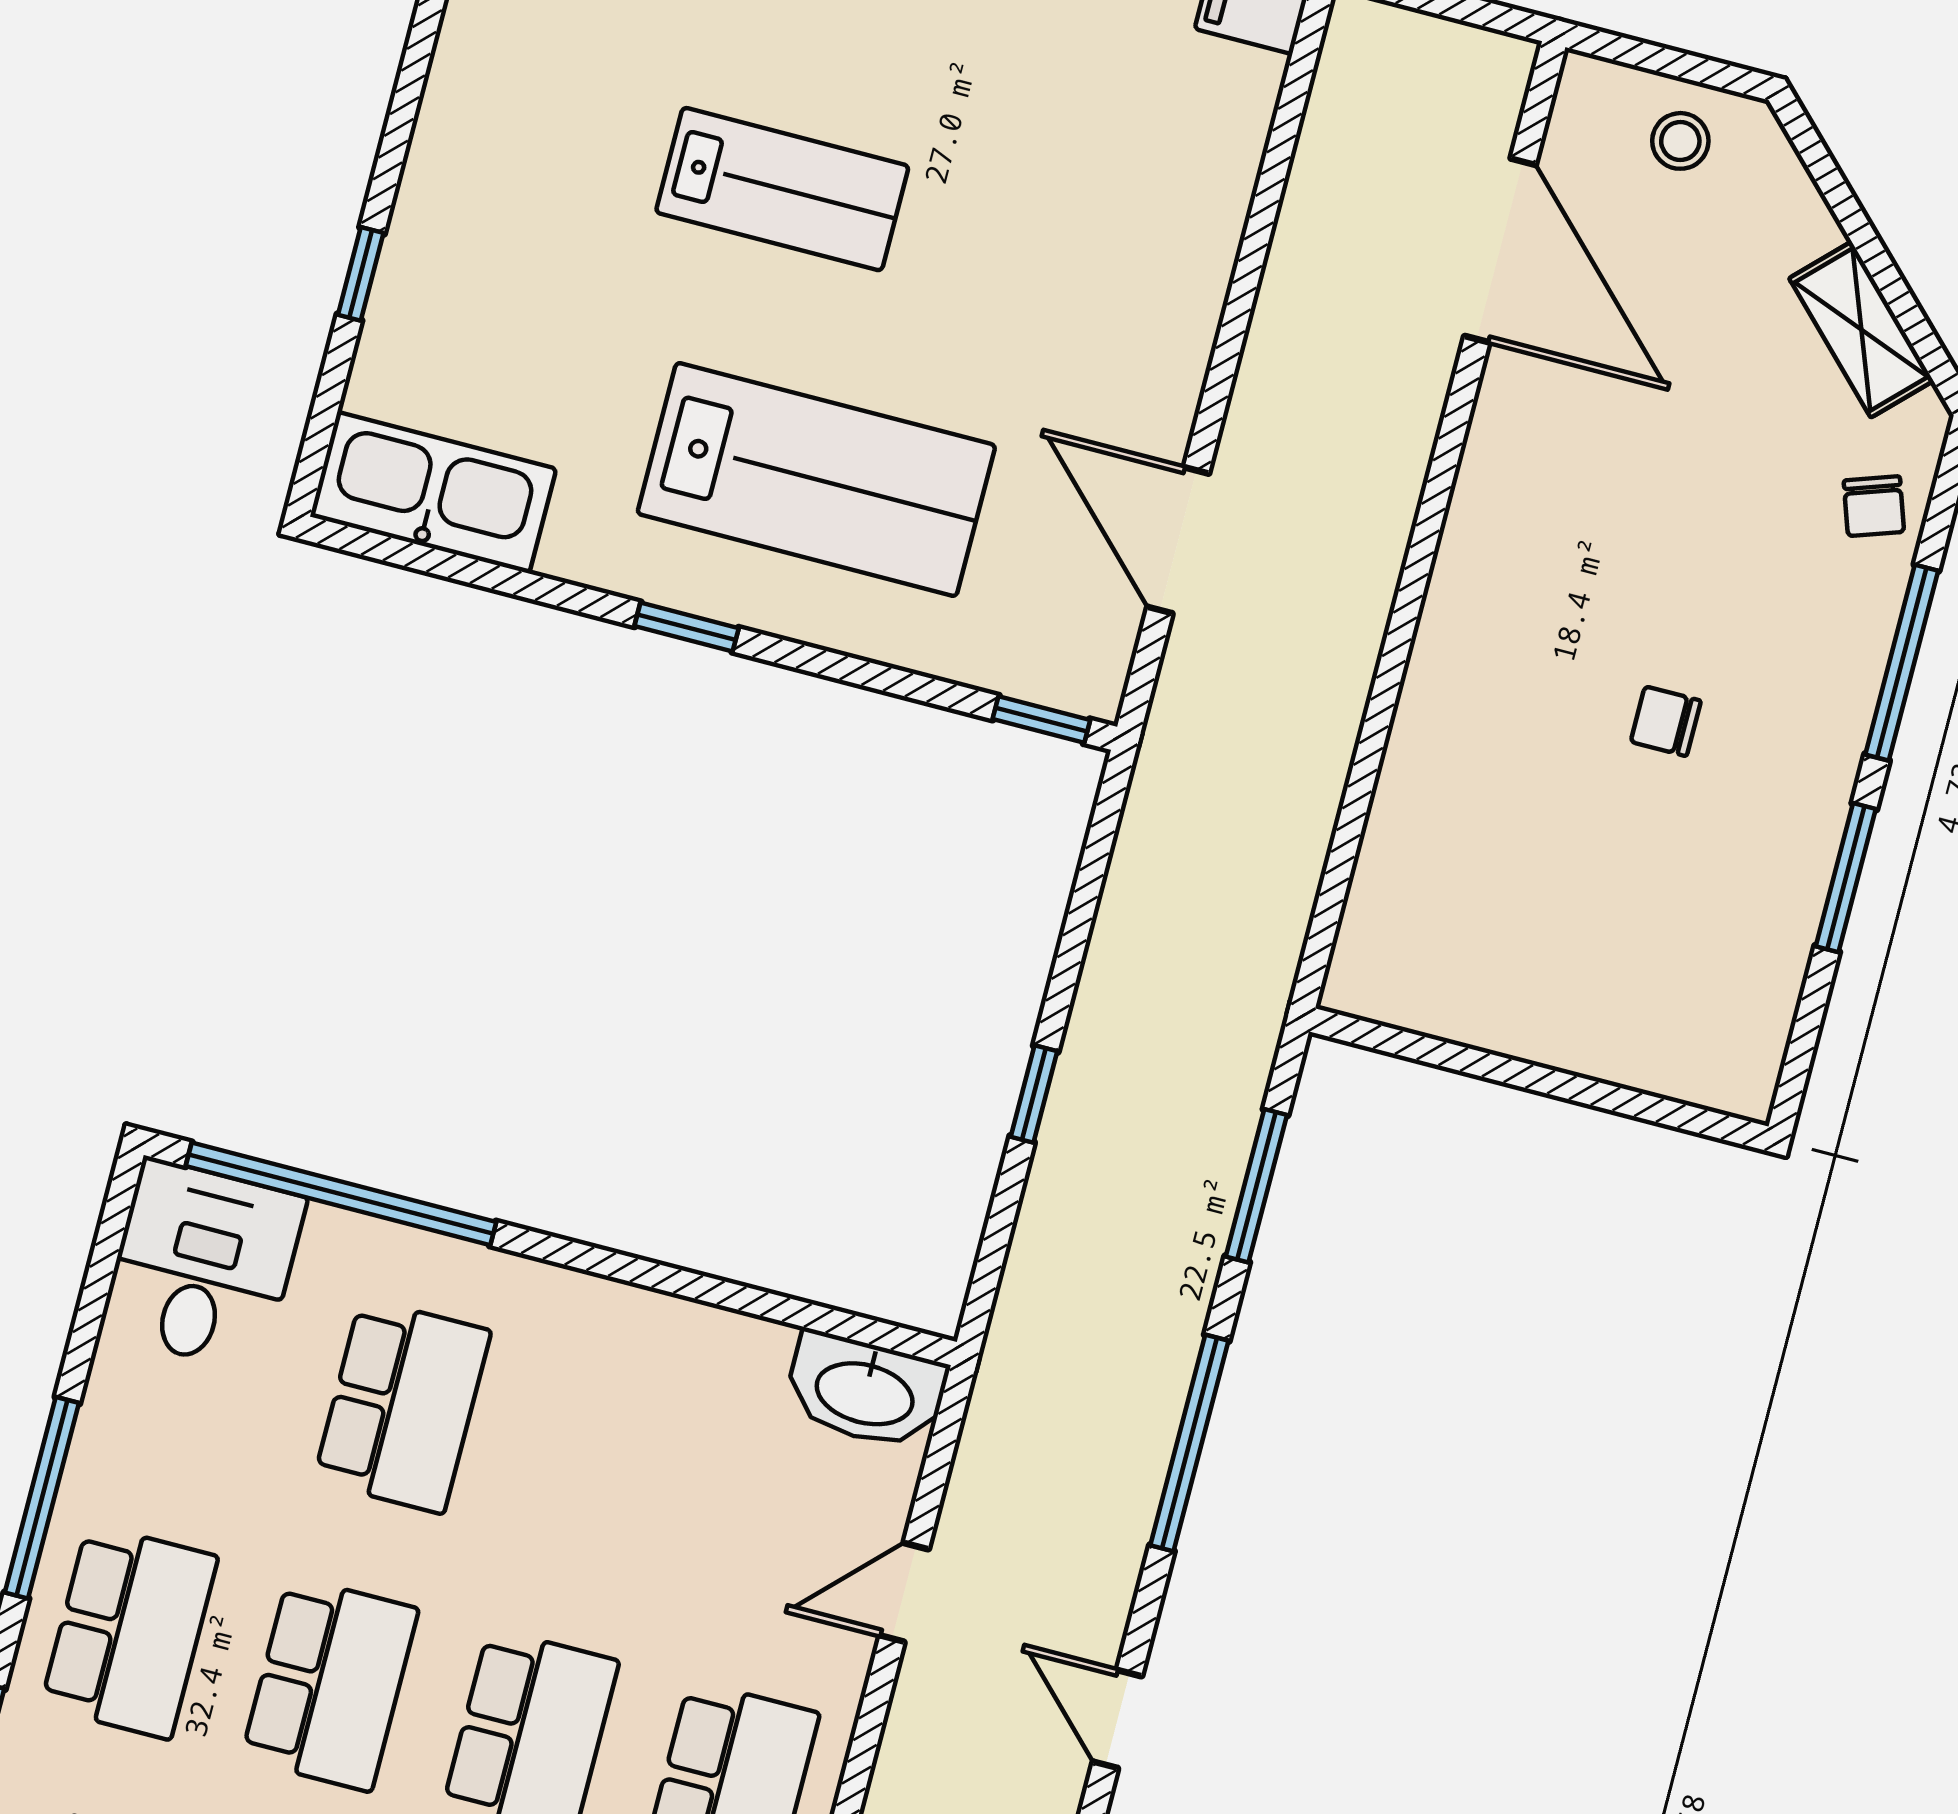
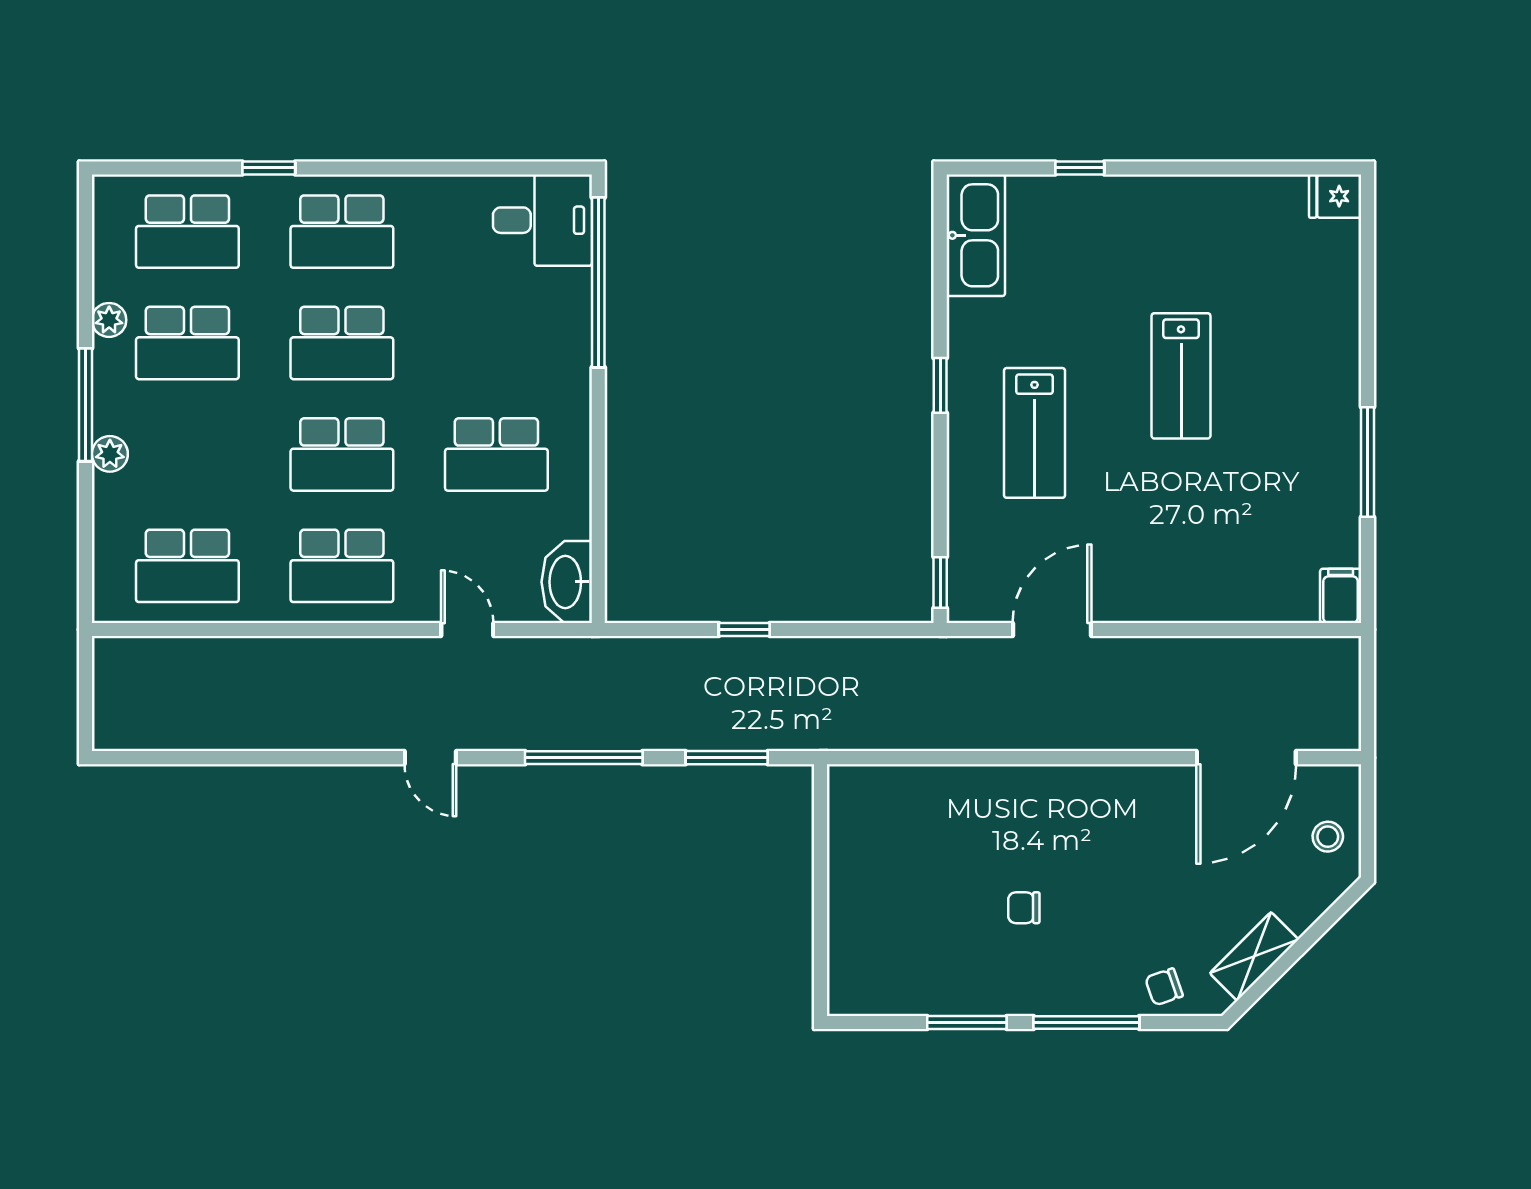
lab bench: (816, 479) -> (1034, 433), width x0.73, depth x0.72
chair: (1666, 721) -> (1024, 908), turned -90
school desk: (402, 1406) -> (496, 454), moved
window: (42, 1498) -> (400, 168), removed
door: (1117, 1719) -> (430, 758), swing flipped

